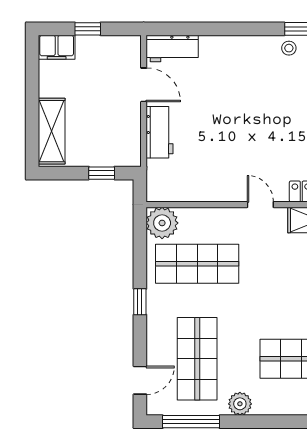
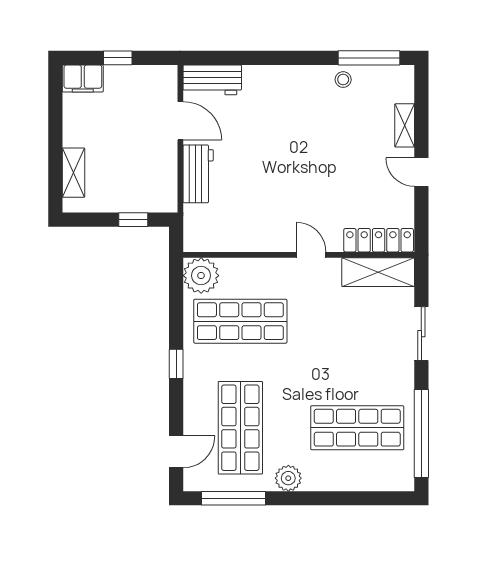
shelving: (52, 131) -> (74, 173), width x0.67, depth x0.75

